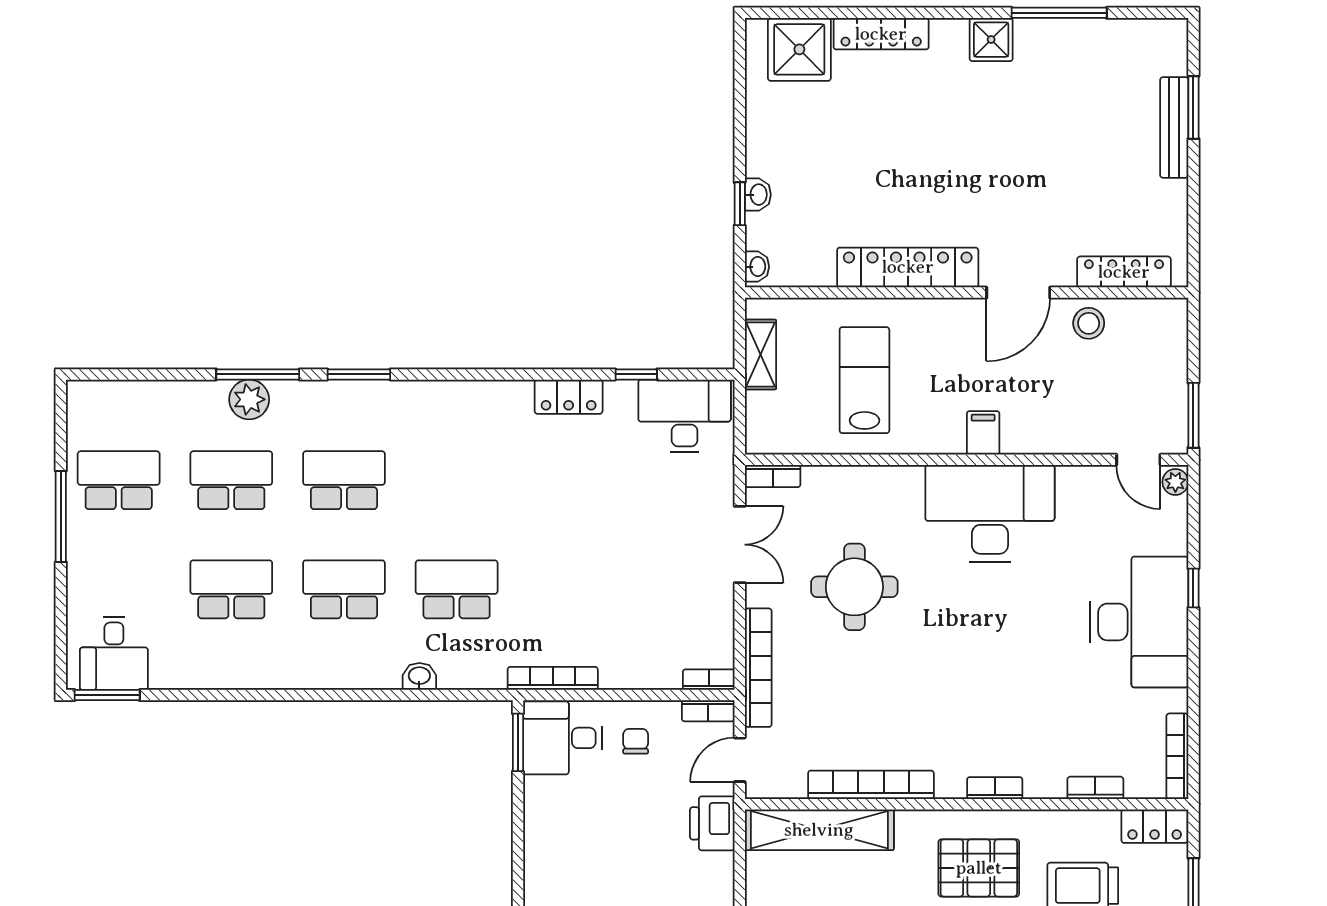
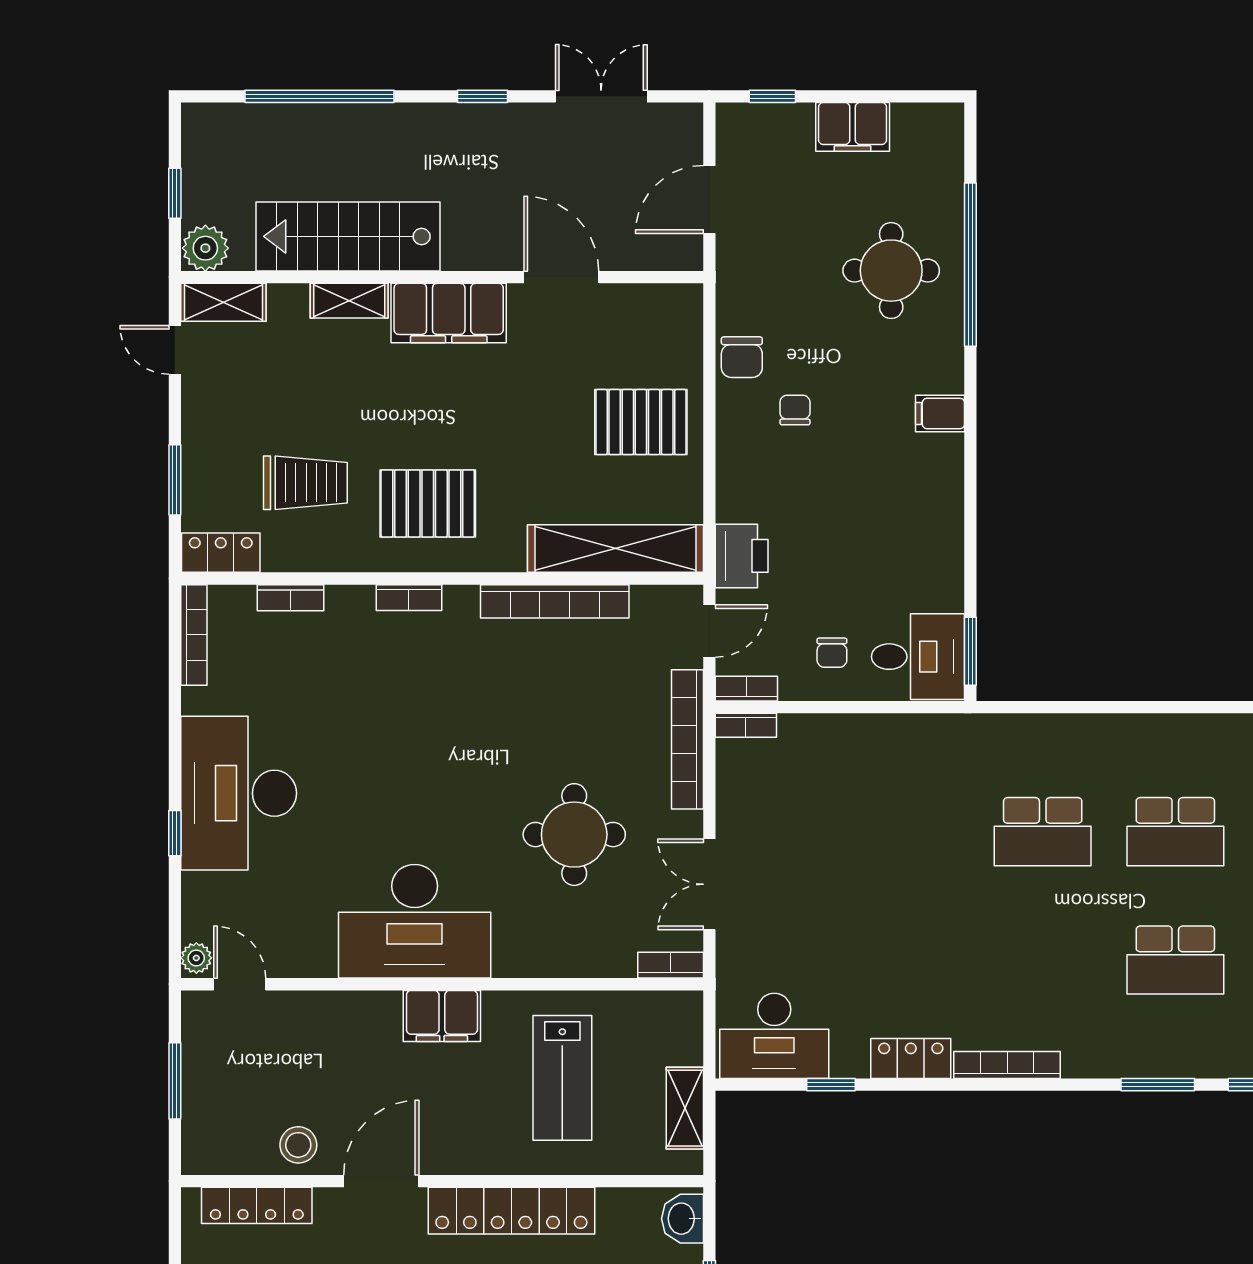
washbasin: (757, 267) -> (682, 1219), width x1.38, depth x1.45
window: (1193, 415) -> (175, 1081), moved
filing cabinet: (983, 433) -> (442, 1016), width x2.00
washbasin: (419, 676) -> (1087, 729), removed
bookcase: (553, 678) -> (1007, 1065), moved, turned 180

